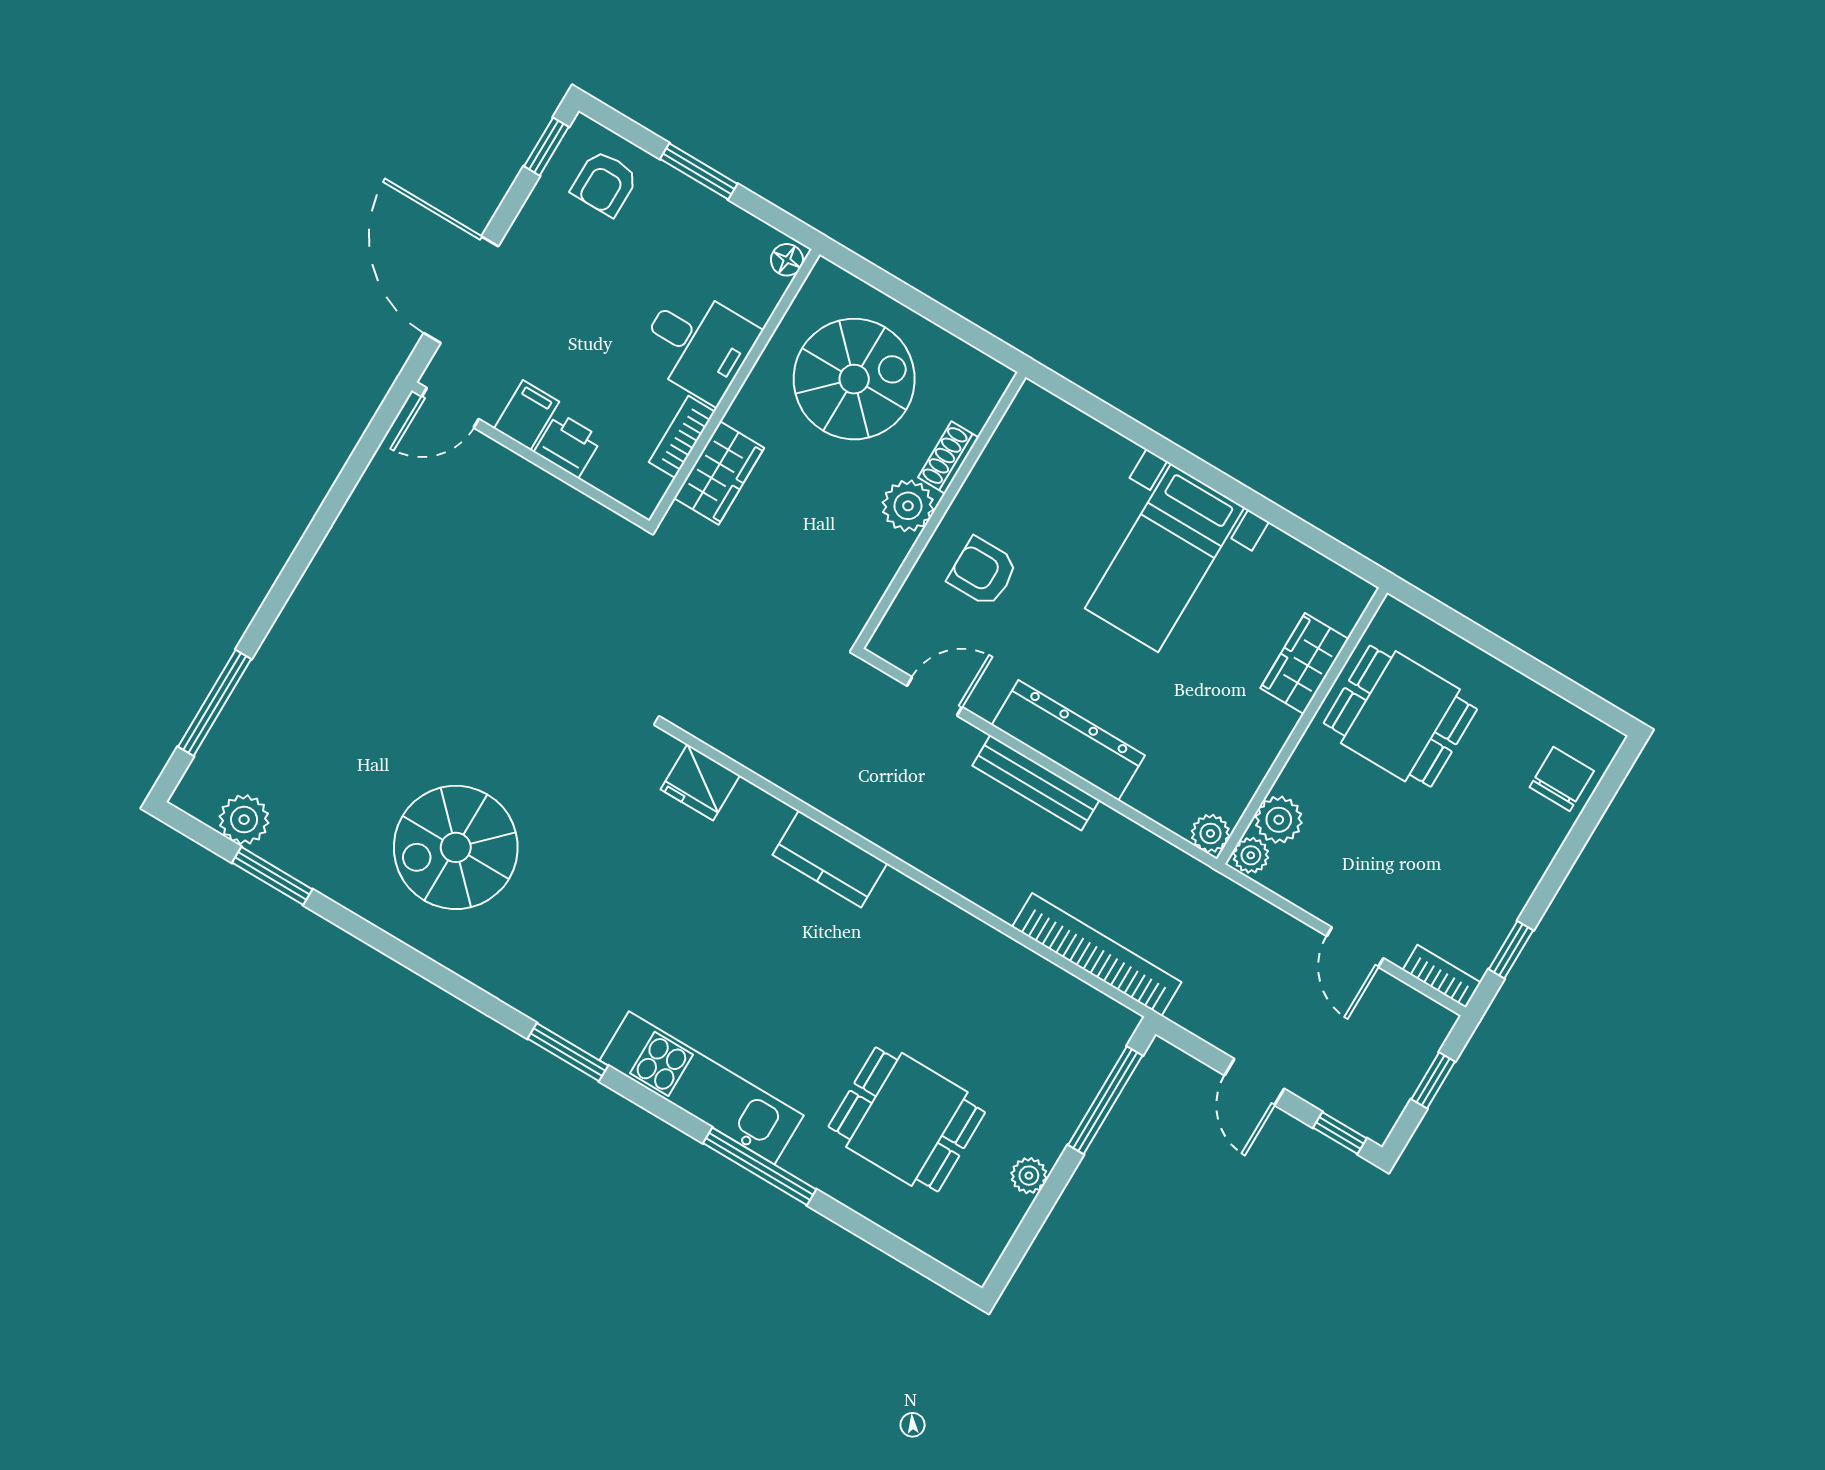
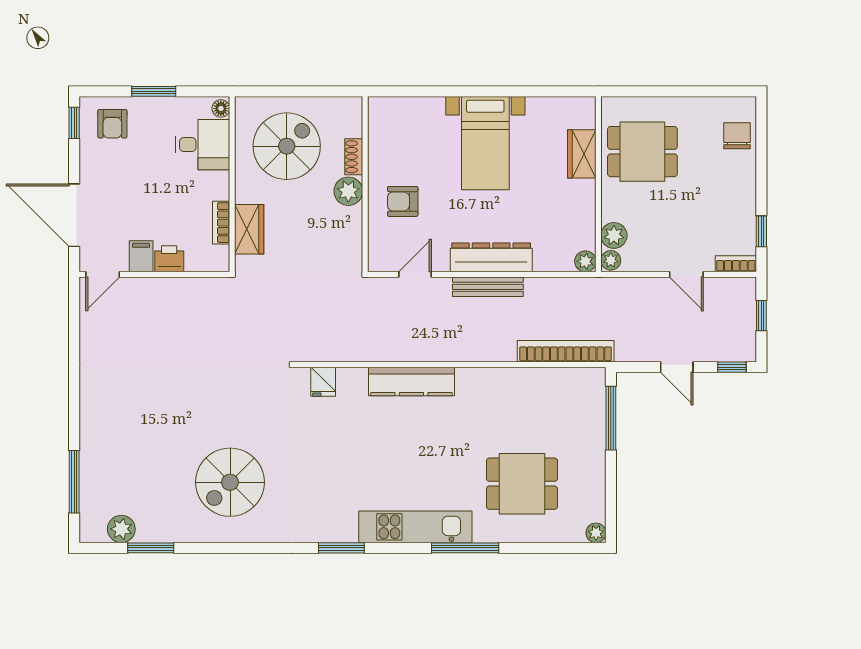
desk: (698, 344) -> (202, 145), moved
fridge: (700, 782) -> (323, 382), width x0.72
kitchen counter: (830, 859) -> (411, 382), width x1.50
plant: (1029, 1176) -> (596, 533), moved

